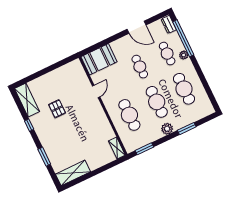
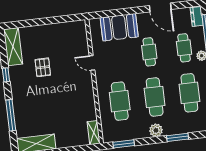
booth: (99, 59) -> (119, 27), moved
door: (96, 91) -> (92, 63), swing flipped
window: (44, 157) -> (11, 115), width x1.44

